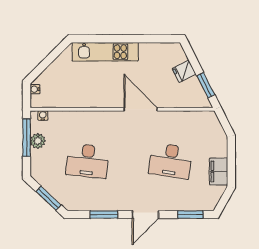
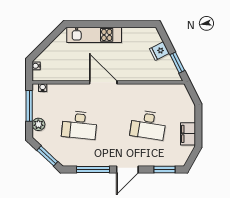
door: (141, 109) -> (103, 82), moved
plant: (38, 141) -> (38, 124), moved
window: (104, 215) -> (93, 170), width x1.44

